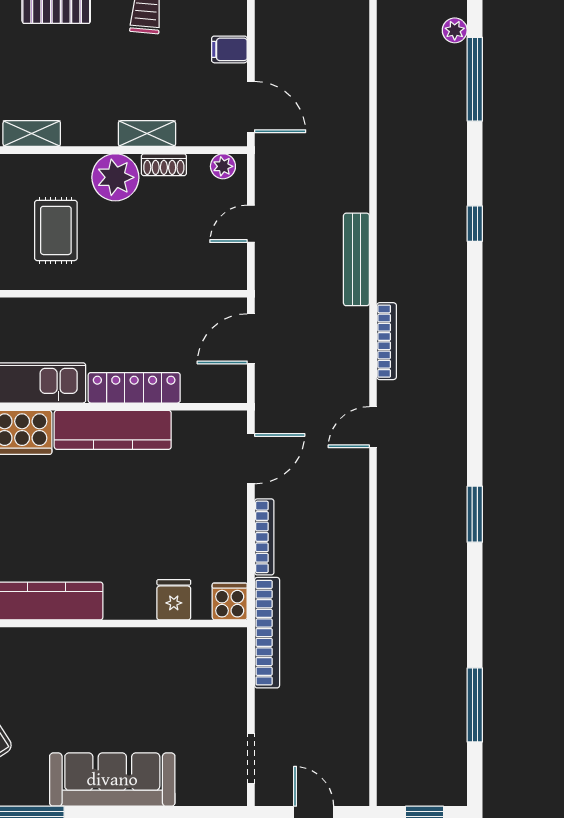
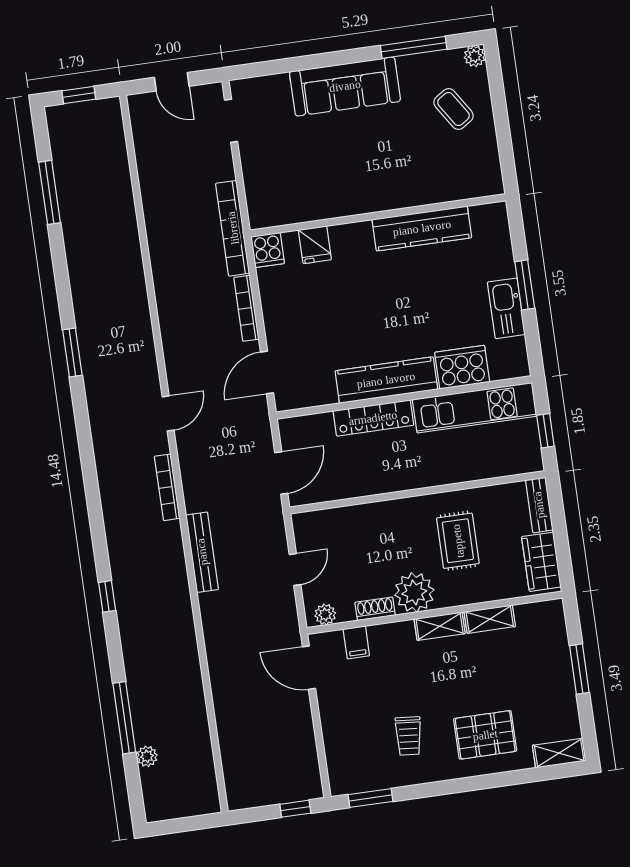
filing cabinet: (229, 49) -> (356, 642), moved, turned 90
shelving: (147, 134) -> (440, 626), moved

